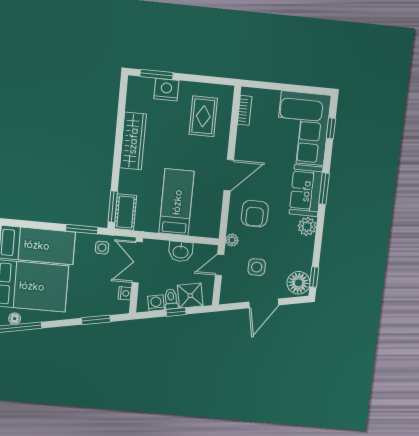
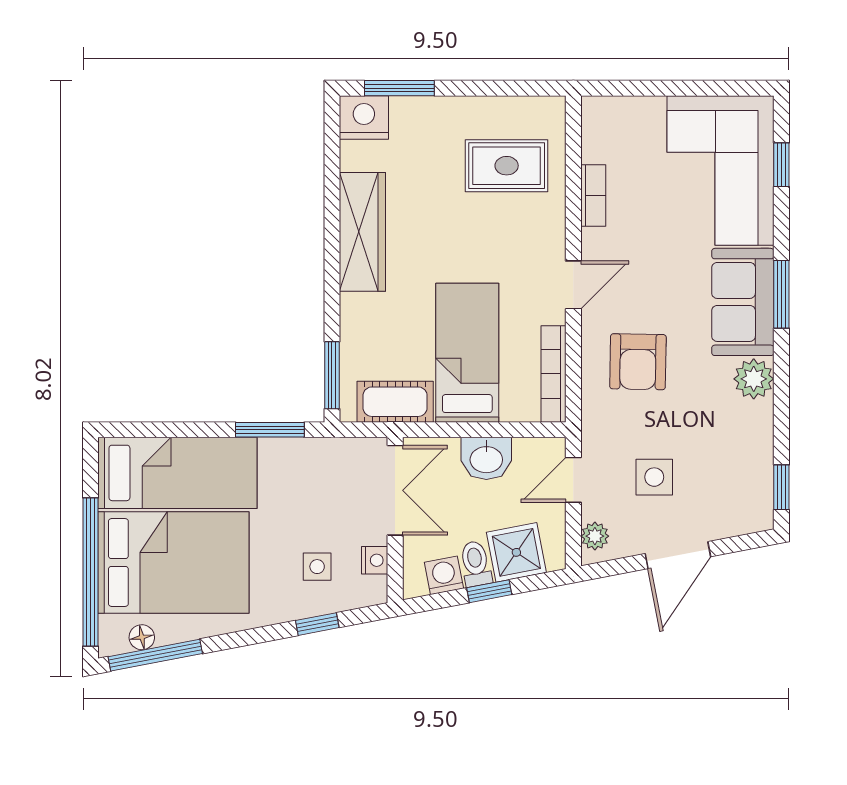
nightstand: (166, 90) -> (364, 117), moved
bookcase: (245, 110) -> (593, 196), moved
rug: (203, 116) -> (507, 166), turned 90
door: (229, 175) -> (573, 285), width x0.73
cot: (125, 212) -> (395, 402), moved, turned 90
bookcase: (215, 216) -> (554, 374), added
plant: (232, 240) -> (595, 536), moved
side table: (102, 248) -> (317, 567), moved
double door: (137, 262) -> (395, 490), swing flipped
floor lamp: (299, 283) -> (749, 503), removed
window: (96, 320) -> (317, 624), width x0.67

